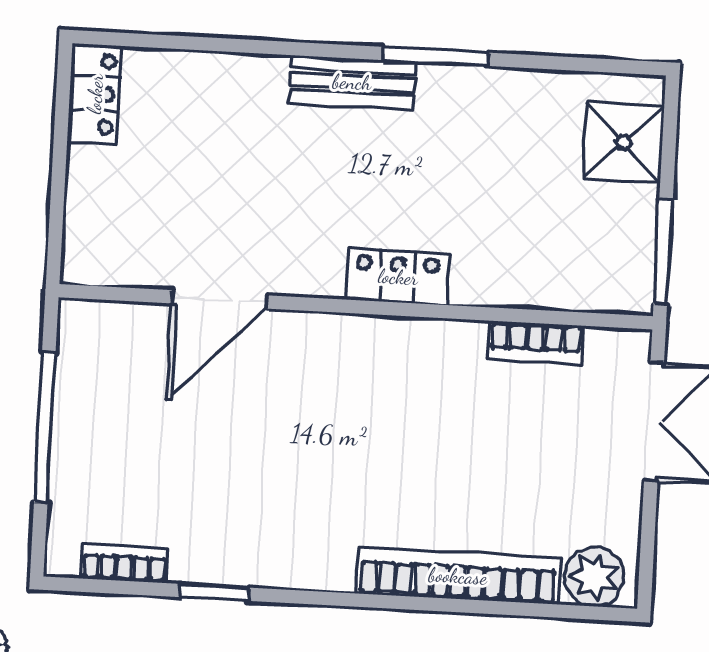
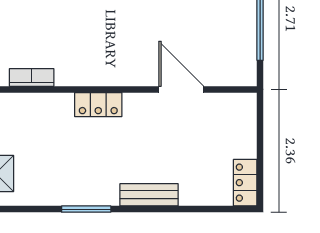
bench: (352, 82) -> (149, 195), moved
door: (219, 299) -> (181, 89), hinge flipped

